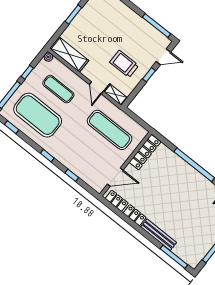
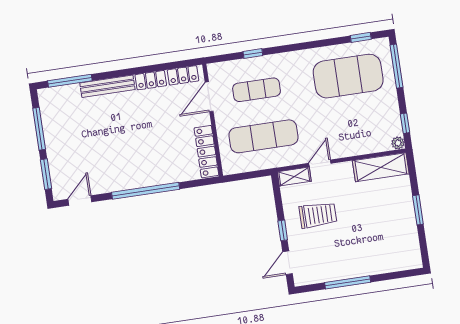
window: (157, 26) -> (348, 282), moved
window: (27, 72) -> (405, 123), moved
door: (96, 88) -> (320, 163), hinge flipped
exercise mat: (58, 89) -> (257, 90), moved
window: (47, 156) -> (297, 47), removed

